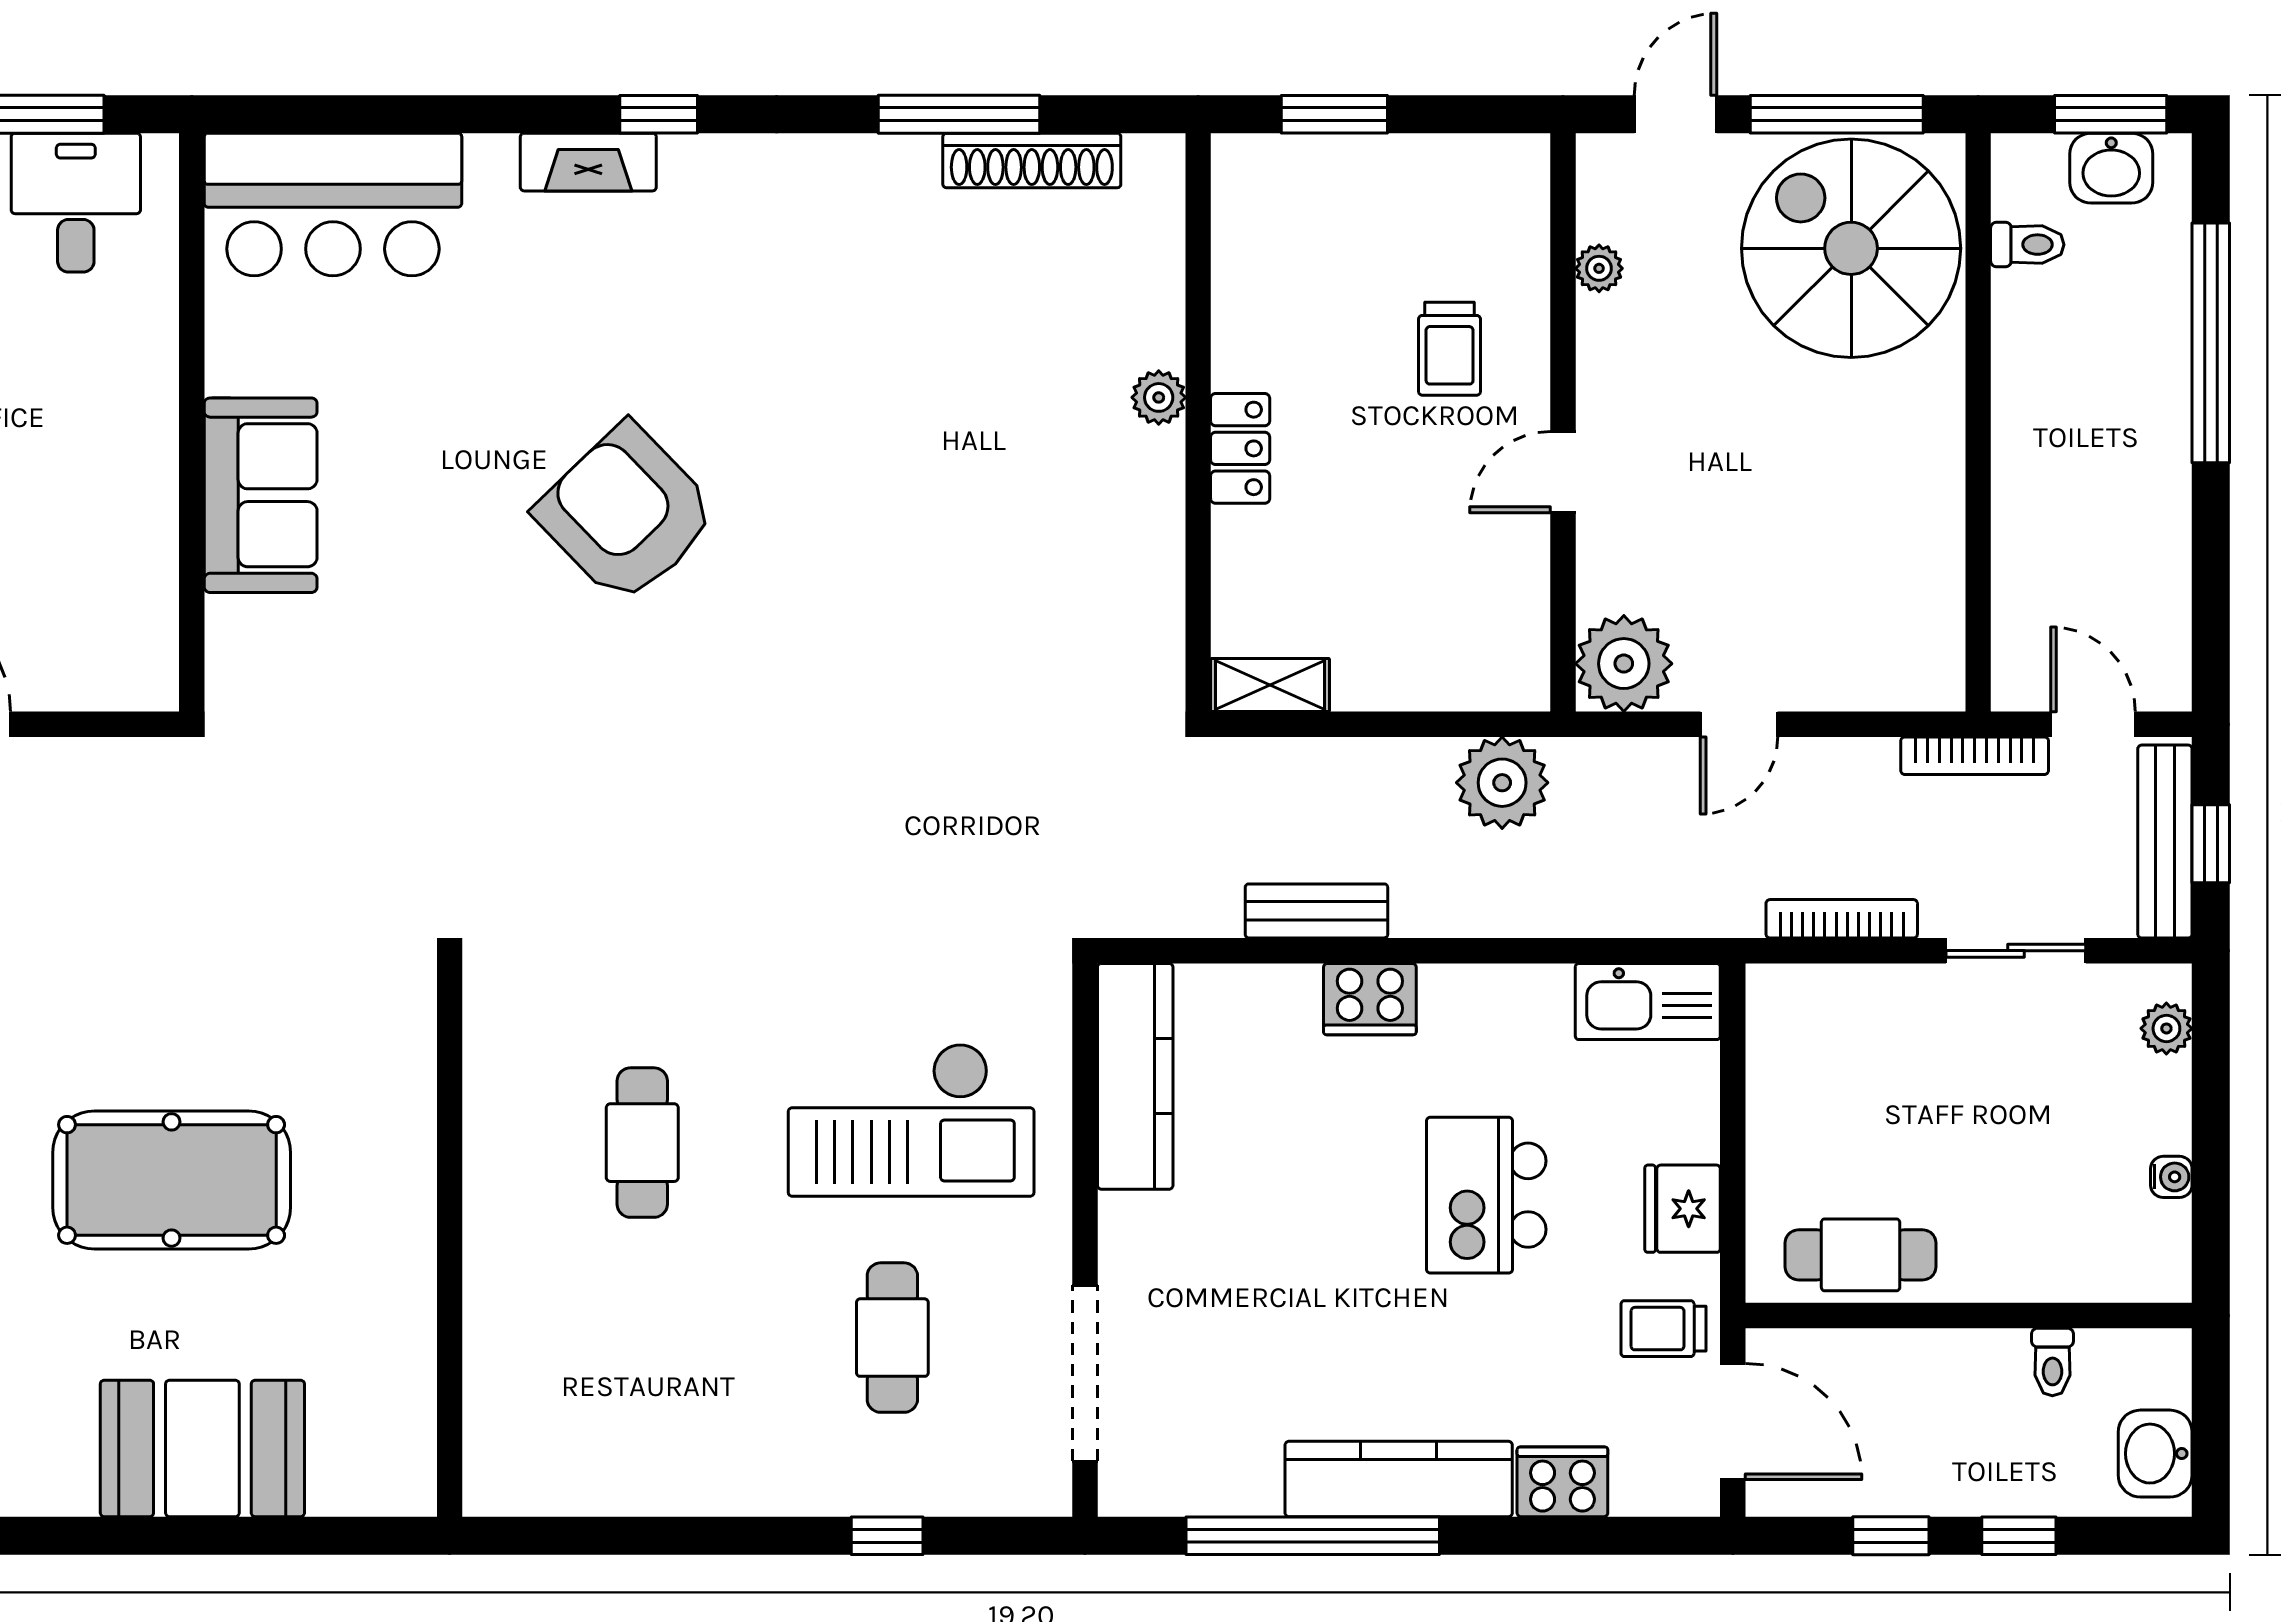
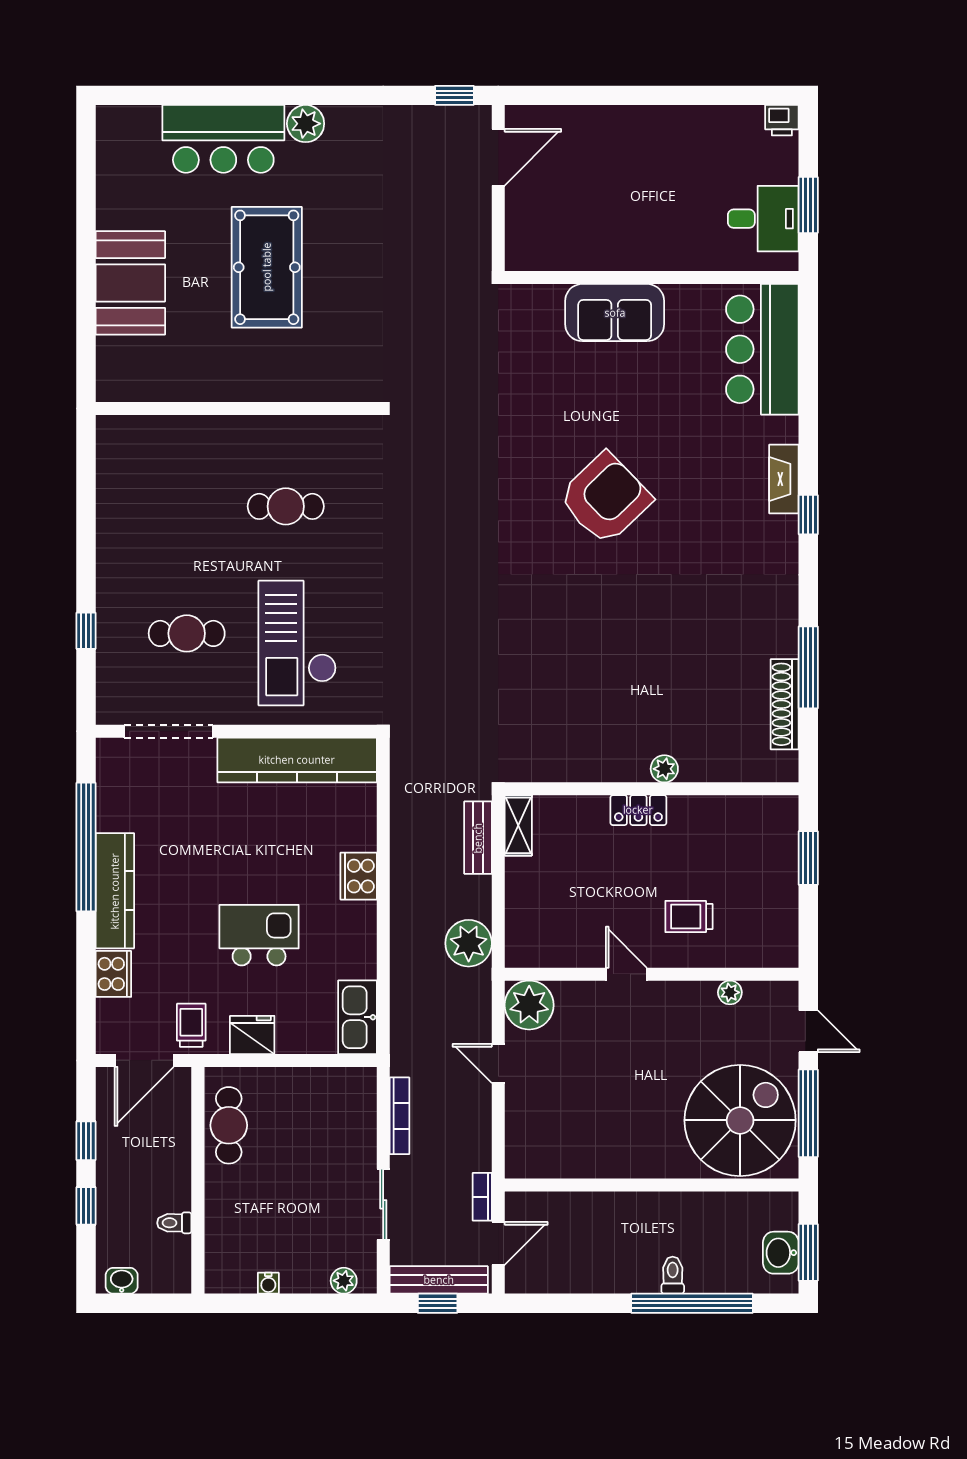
toilet: (2027, 245) -> (673, 1275), moved, turned 180
bookcase: (1975, 756) -> (482, 1197), width x0.64
bench: (1316, 911) -> (478, 838), moved
kitchen counter: (1135, 1076) -> (297, 760), width x1.39, depth x1.17
washbasin: (2155, 1454) -> (122, 1281), width x0.72, depth x0.69

